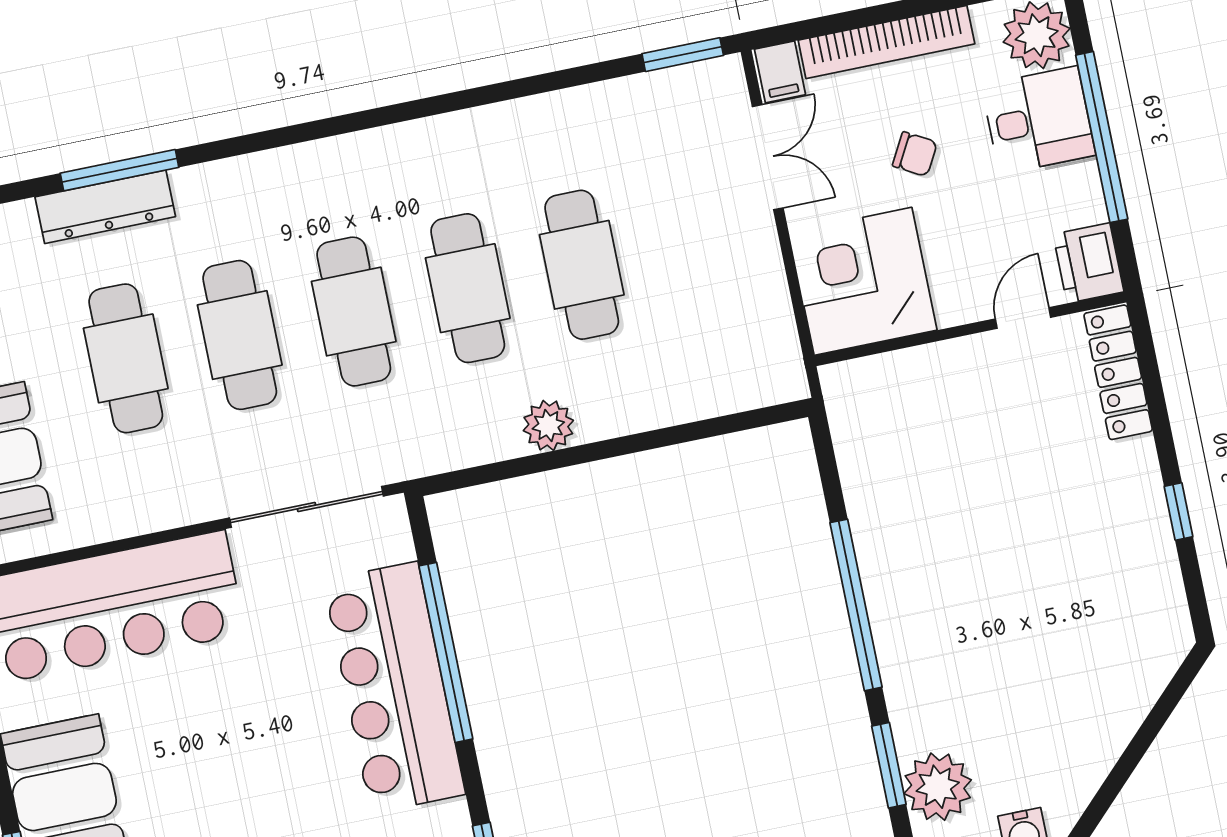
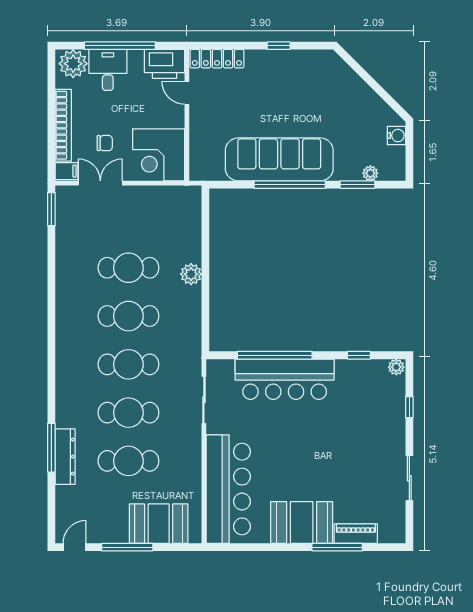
chair: (915, 154) -> (105, 143), moved, turned 61
printer: (1088, 263) -> (165, 64), width x1.37, depth x1.19
plant: (548, 426) -> (191, 274), moved
sliding door: (306, 507) -> (204, 400), width x0.73
sofa: (910, 568) -> (279, 159), added
plant: (938, 787) -> (370, 173), width x0.53, depth x0.53

